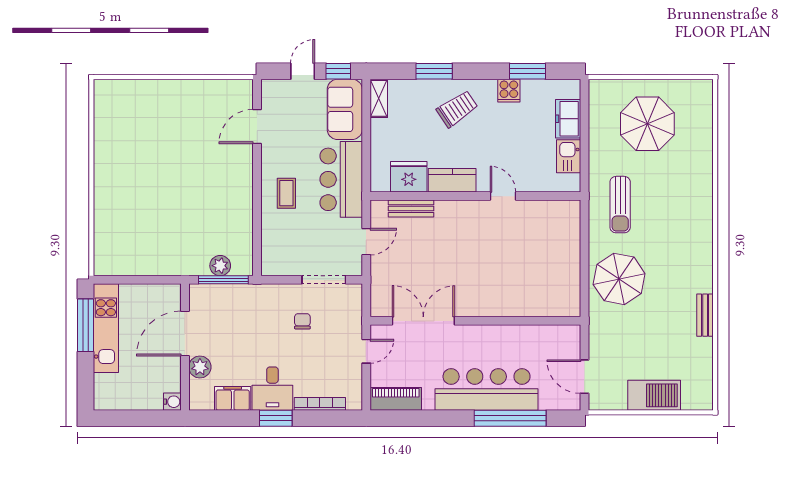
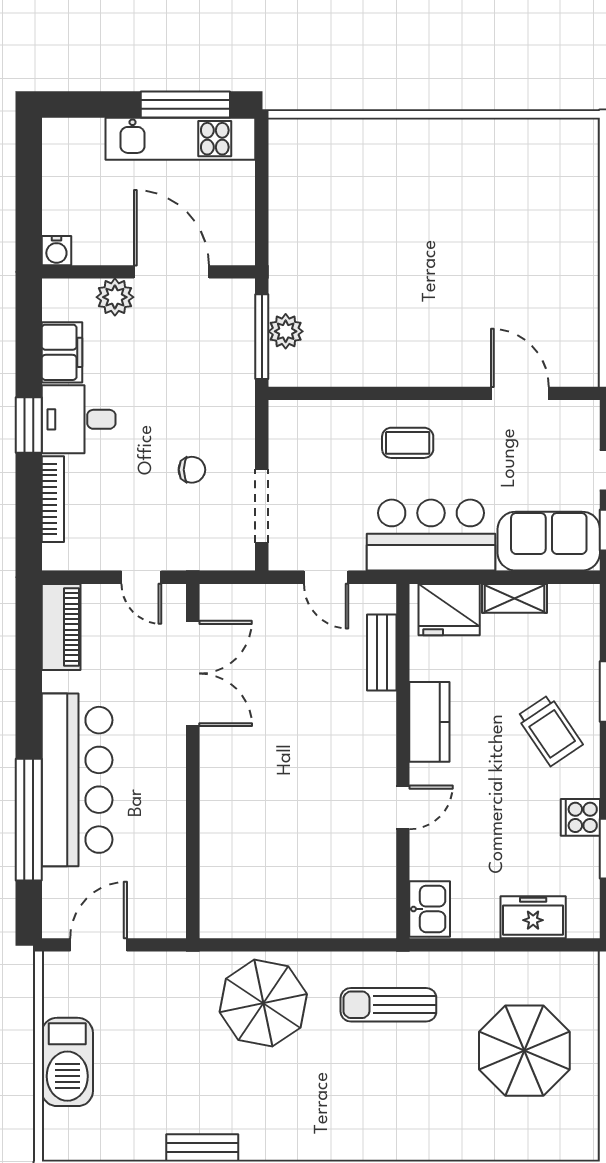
shelving: (379, 98) -> (515, 598), moved
kitchen sink: (569, 156) -> (430, 909), moved, turned 90
fridge: (409, 177) -> (449, 610), moved, turned 90

